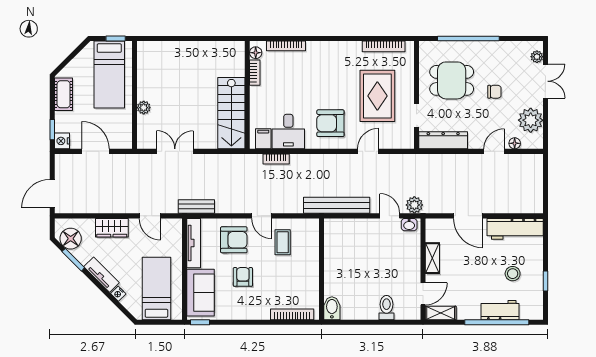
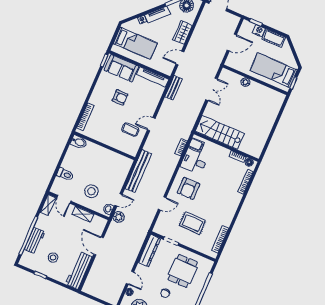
rug: (377, 96) -> (193, 223), width x0.73, depth x0.70
armchair: (330, 123) -> (188, 188), turned 180
nightstand: (62, 141) -> (259, 31), moved
door: (368, 151) -> (162, 203), hinge flipped
door: (468, 216) -> (98, 246), hinge flipped
armchair: (234, 240) -> (144, 101), removed
stool: (394, 260) -> (91, 191), added

